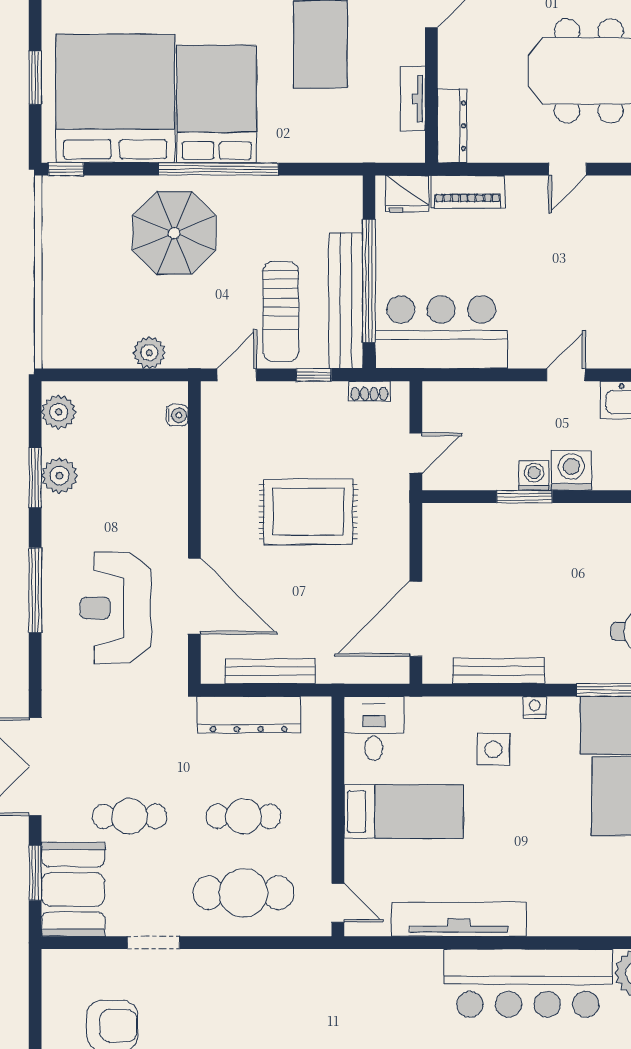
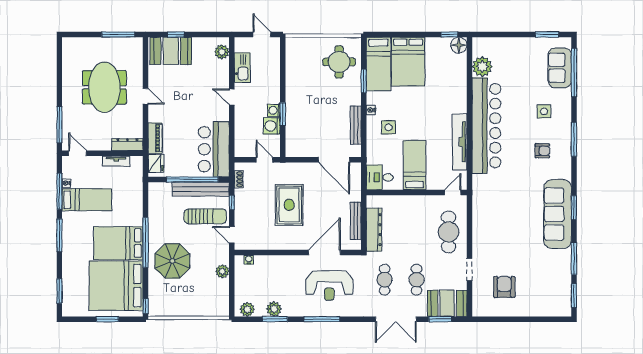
washing machine: (571, 470) -> (272, 126), moved
cafe table: (243, 816) -> (385, 280), moved
bar counter: (528, 983) -> (486, 126), width x1.36

